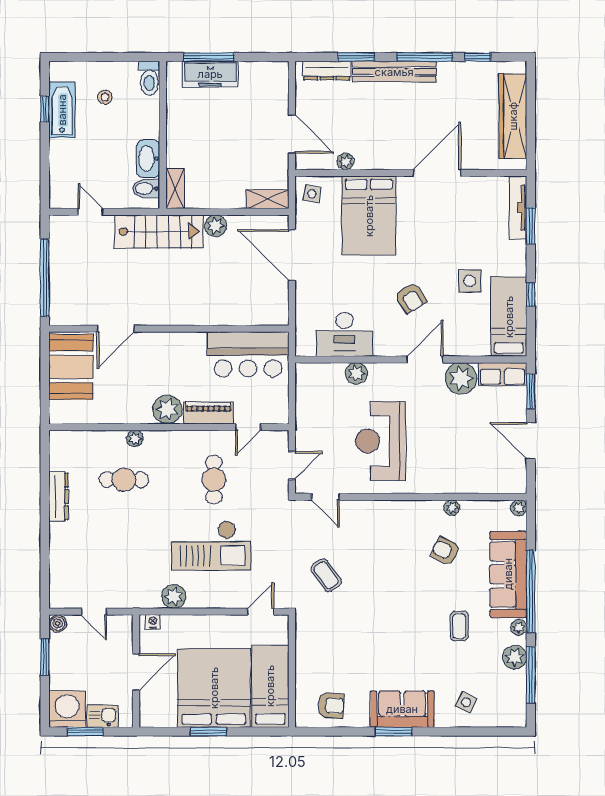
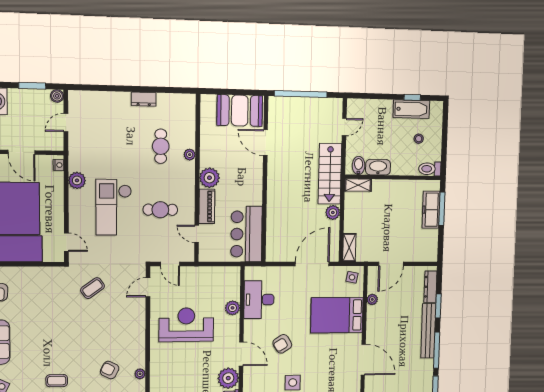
dresser: (59, 496) -> (144, 99), width x0.70
armchair: (445, 551) -> (110, 370), turned -90

